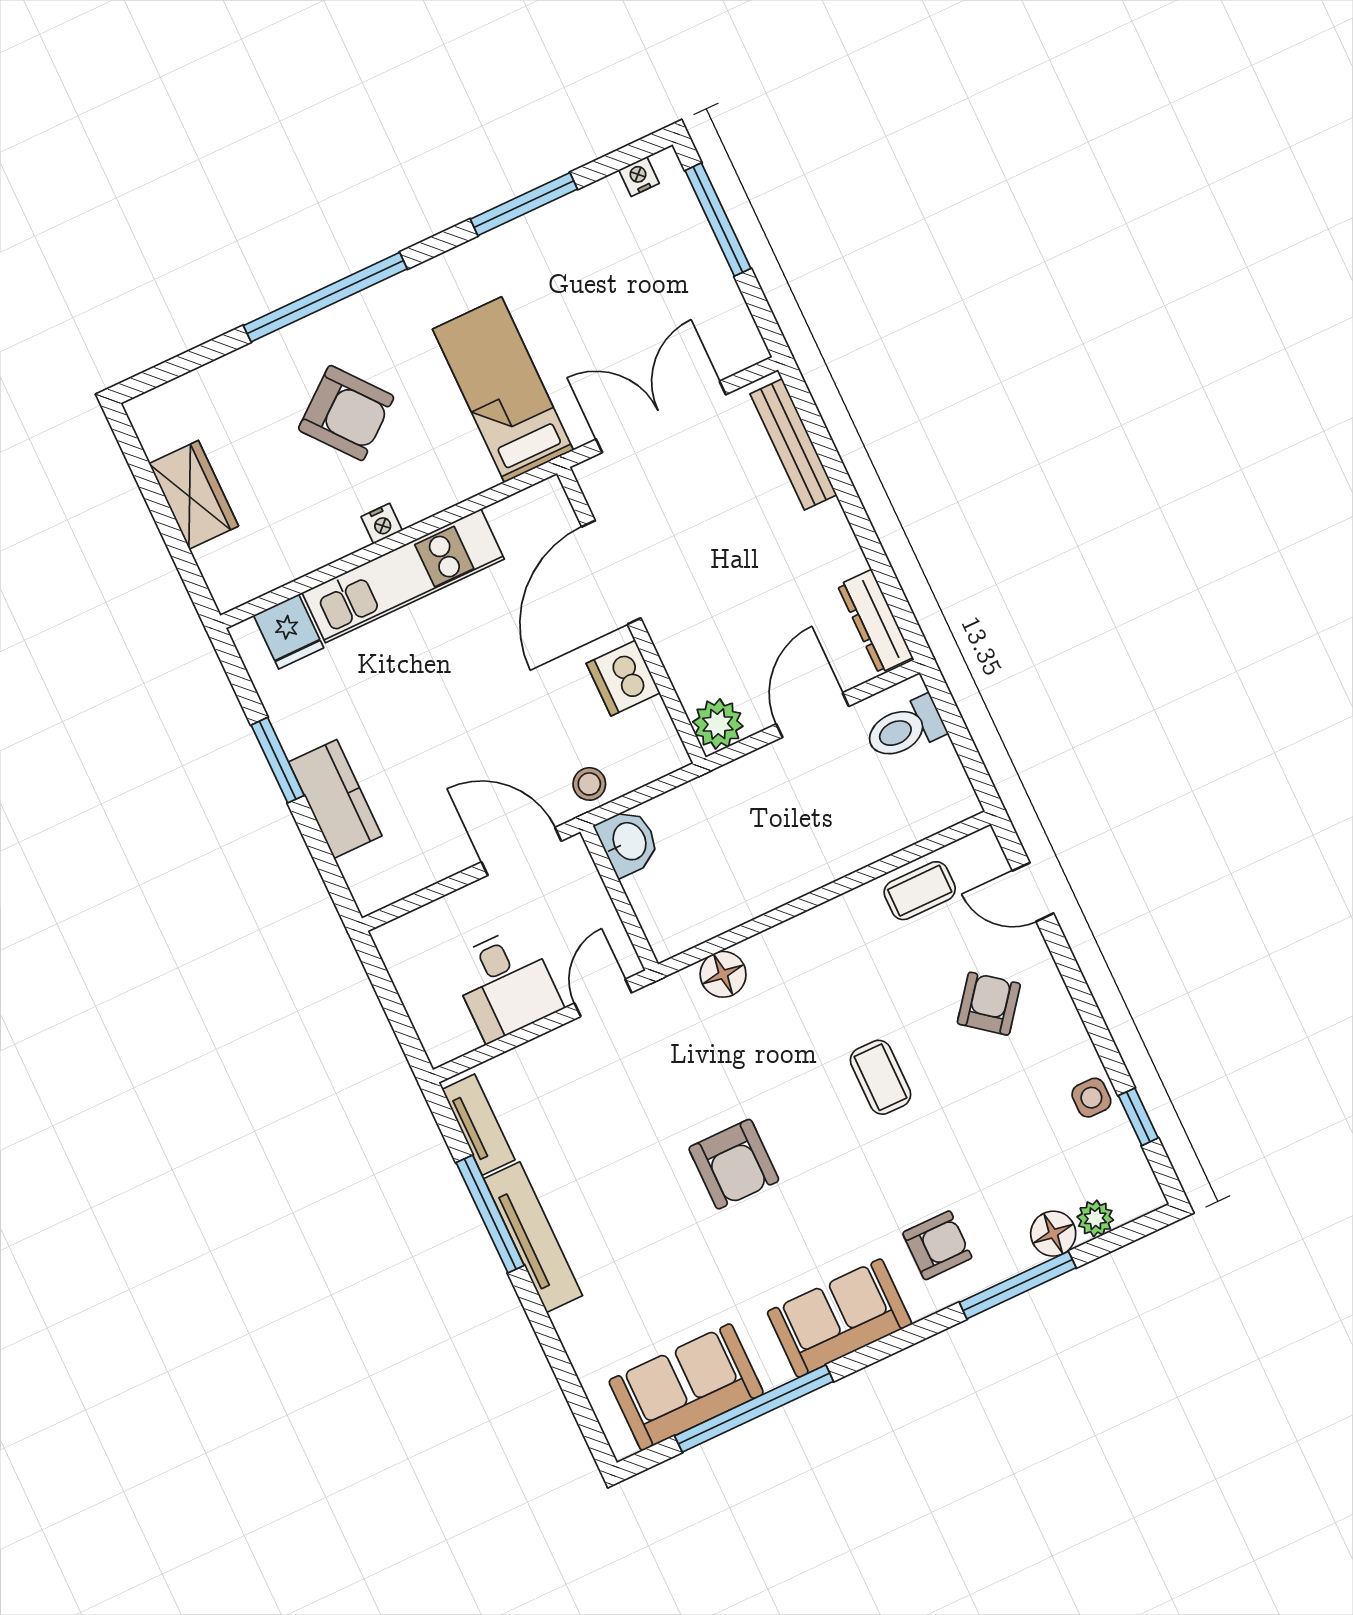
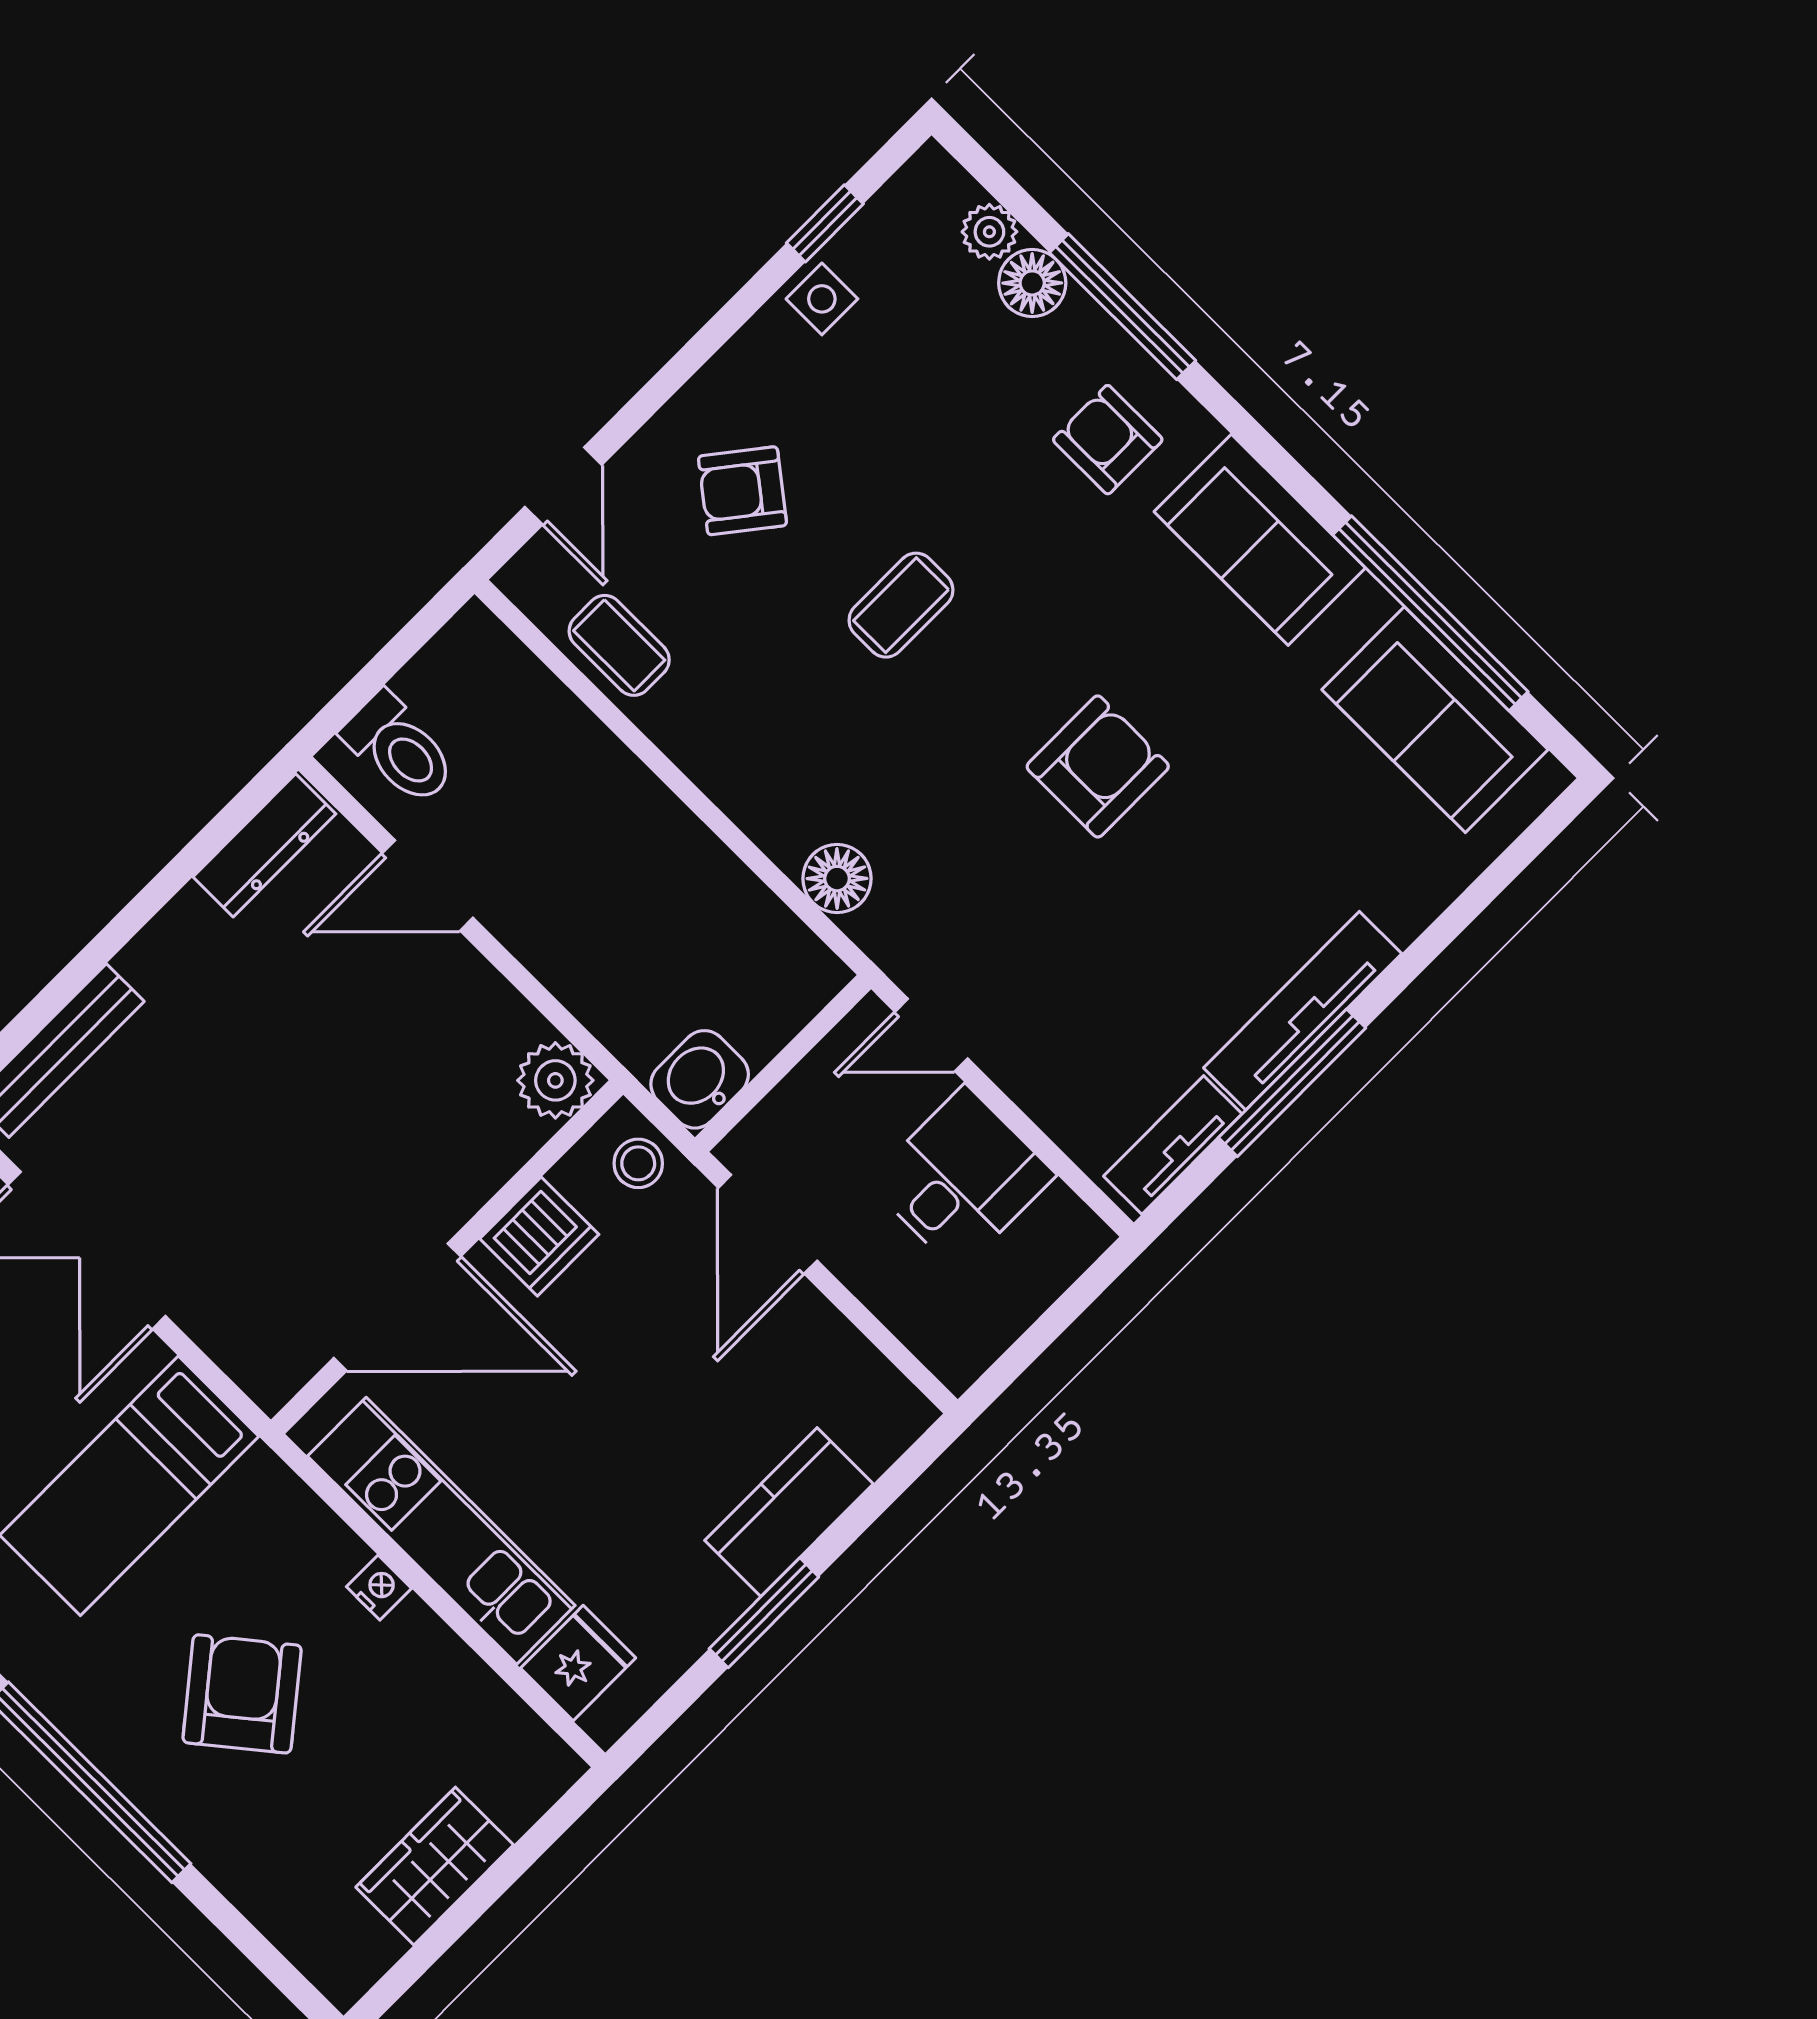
door: (611, 572) -> (397, 1307), moved
wall: (631, 615) -> (447, 1257), moved
dishwasher: (623, 678) -> (539, 1237), moved
plant: (718, 724) -> (555, 1080), moved

